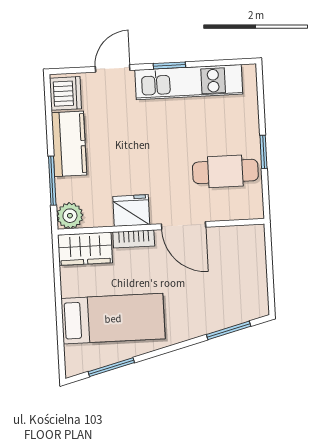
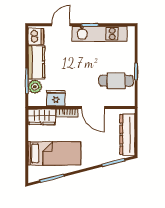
fridge: (131, 211) -> (56, 98), moved
plant: (70, 216) -> (35, 87), moved
dresser: (253, 275) -> (127, 135), added

